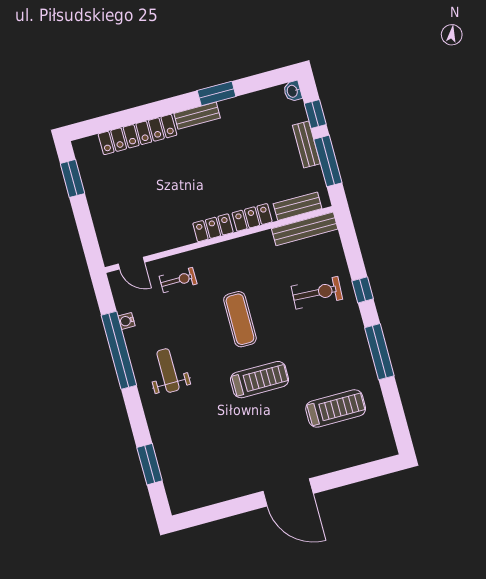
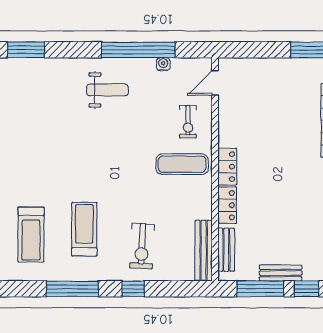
exercise mat: (240, 319) -> (182, 164), moved
treadmill: (260, 380) -> (84, 229), moved, turned 180

